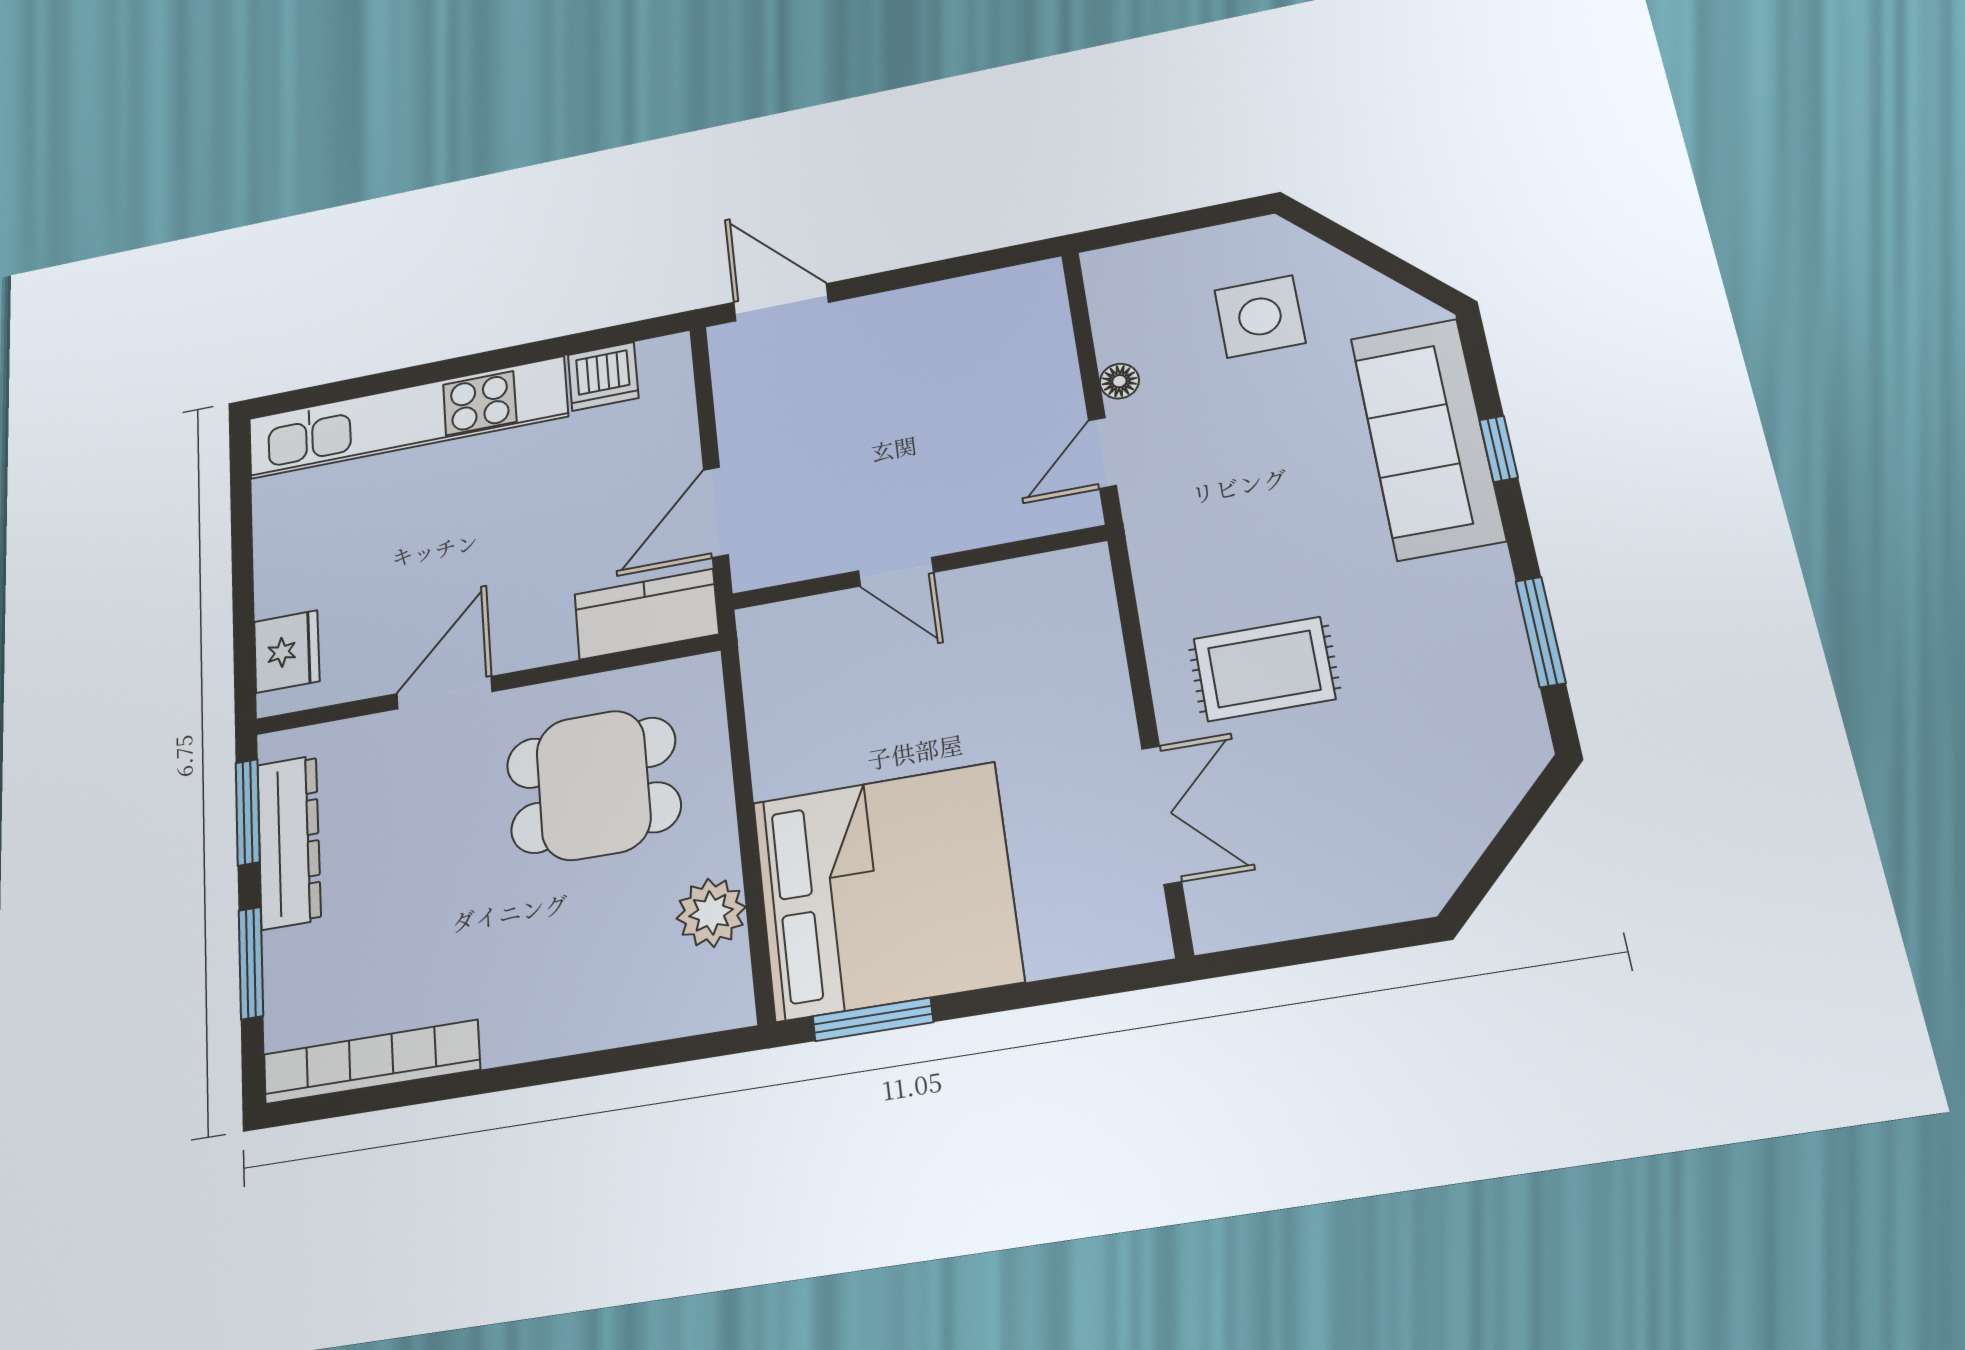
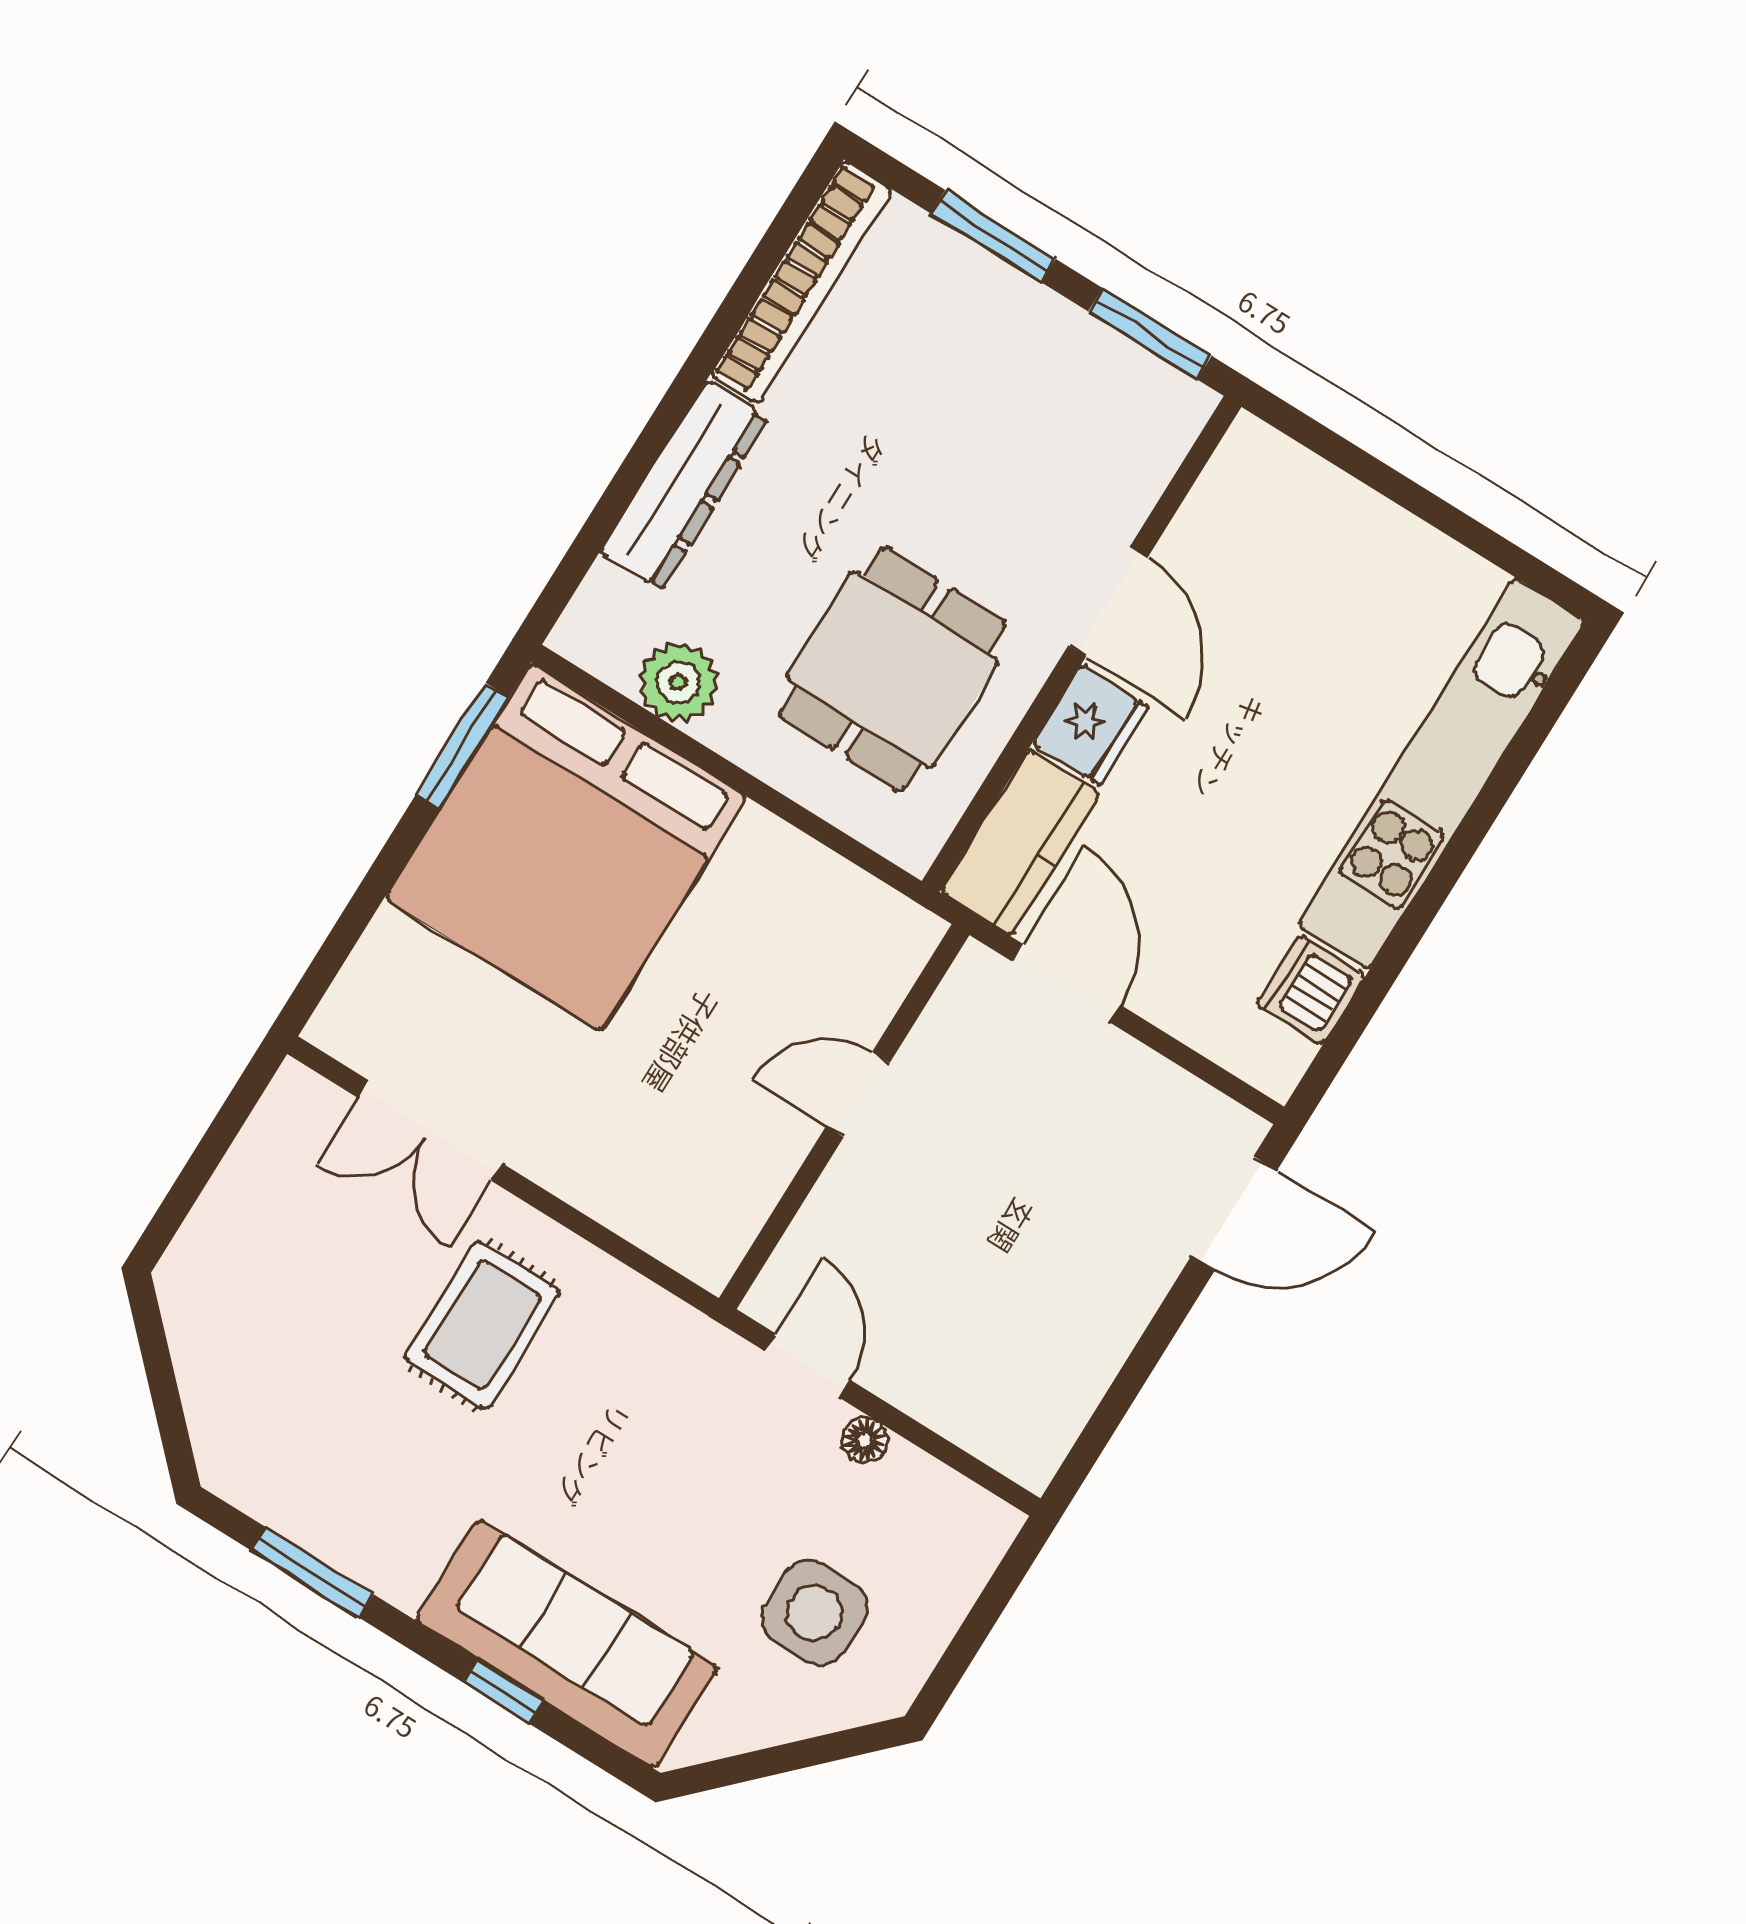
fridge: (287, 651) -> (1091, 725), moved, turned -90
dresser: (289, 842) -> (684, 485), moved, turned -90

